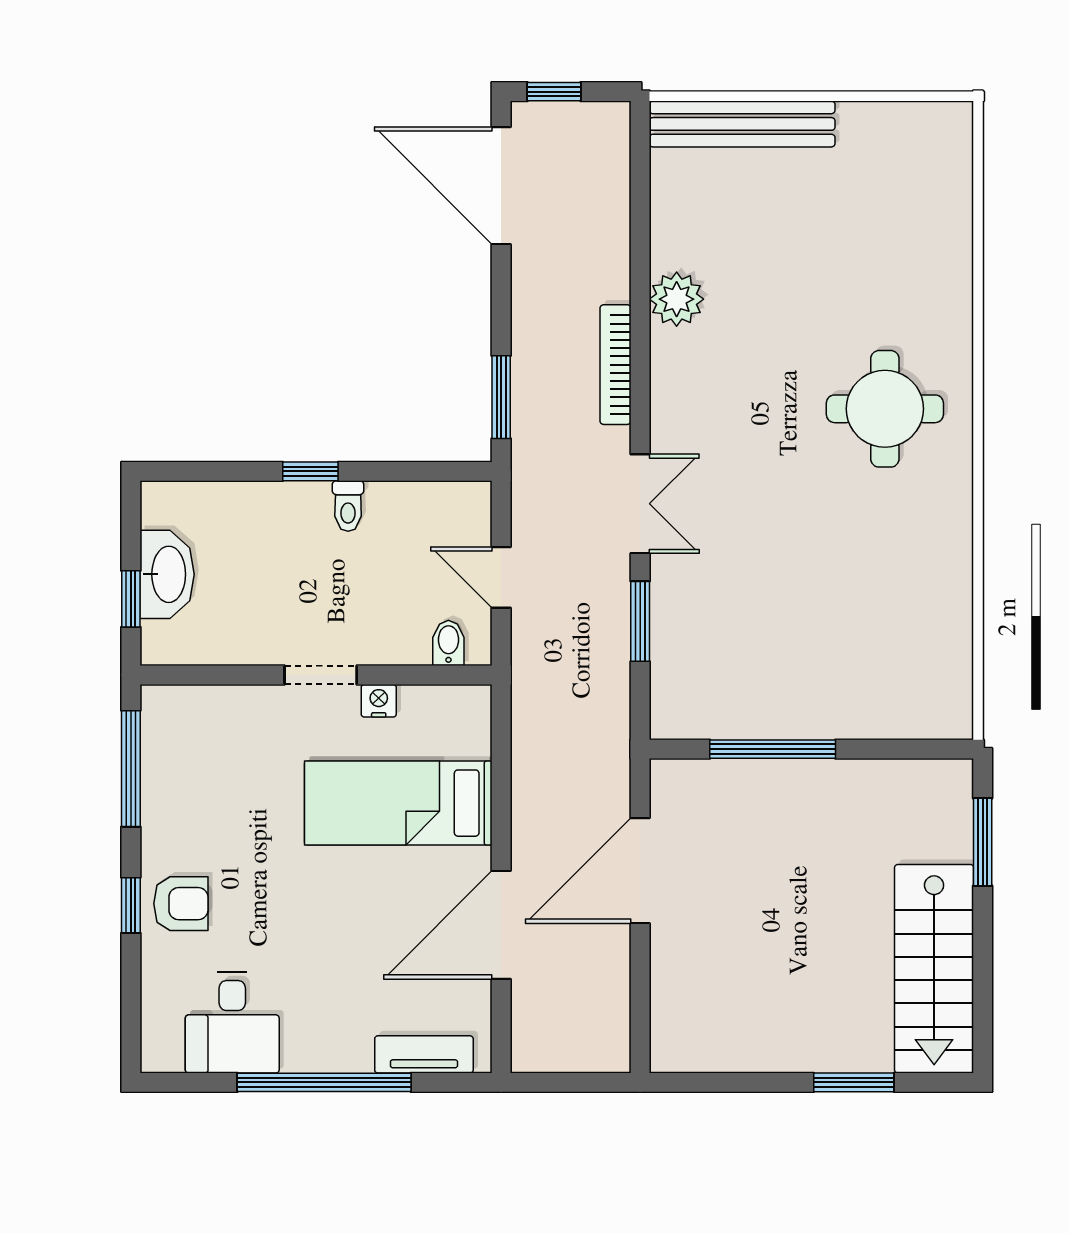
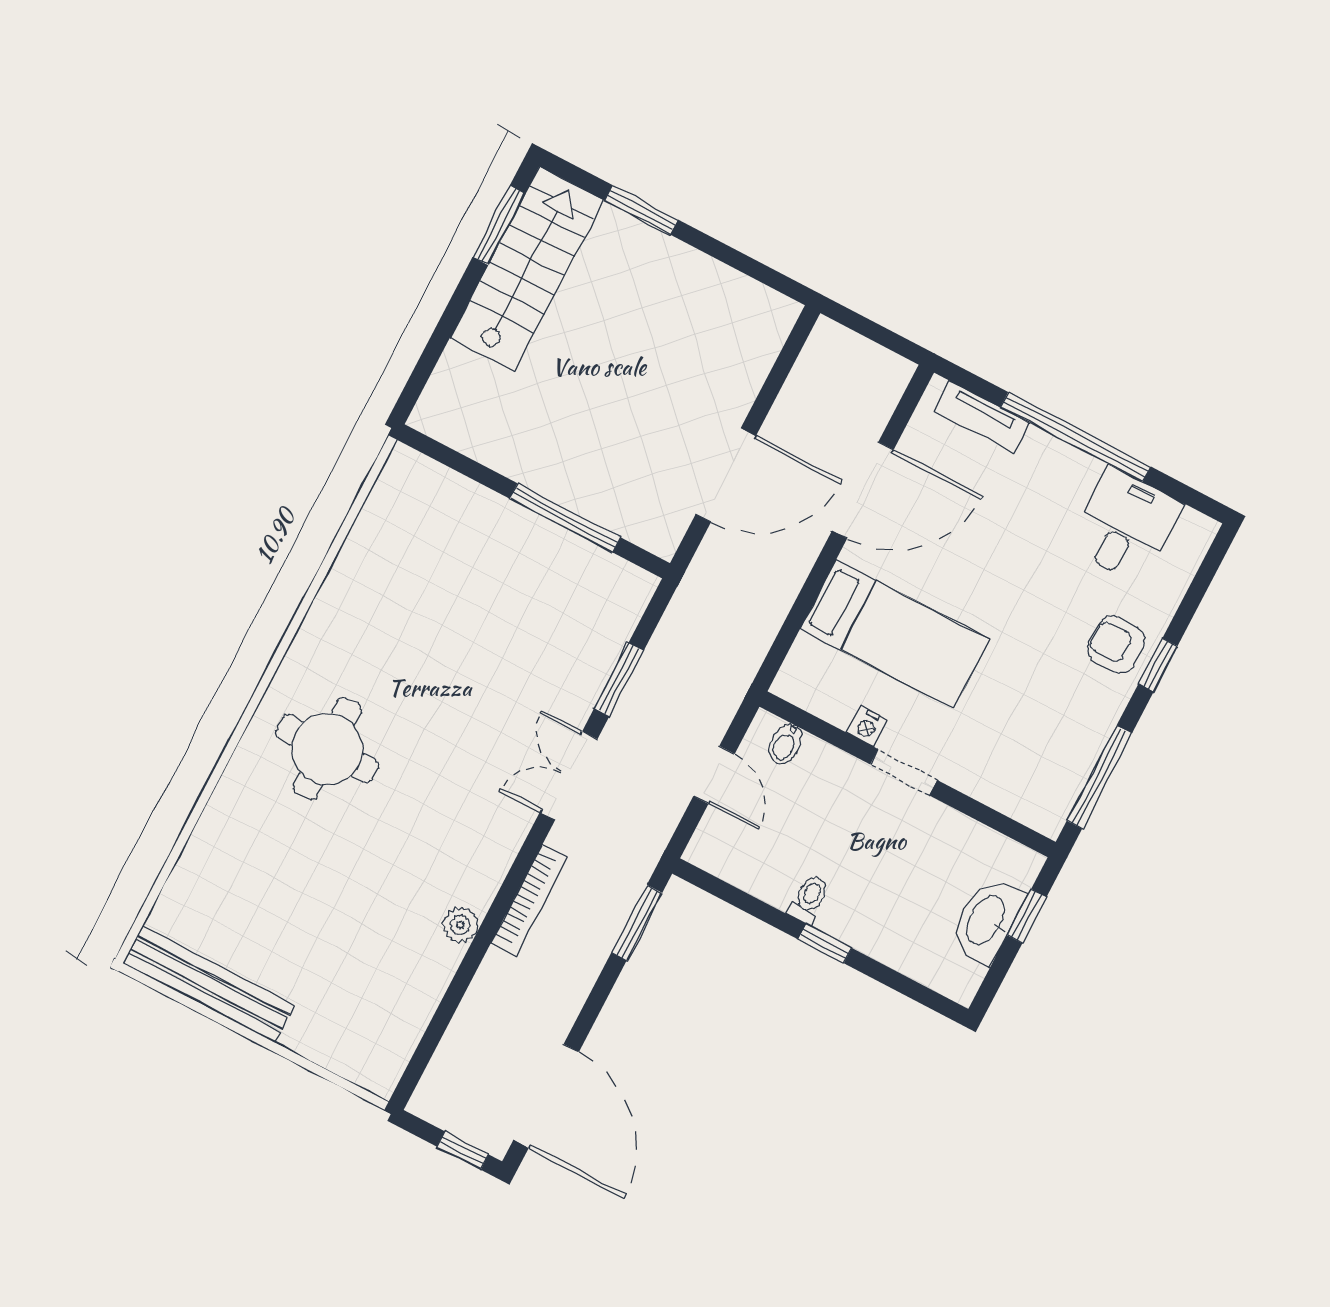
bench: (742, 124) -> (209, 984), moved
plant: (677, 299) -> (460, 925), width x0.73, depth x0.73
window: (983, 842) -> (499, 225), moved

